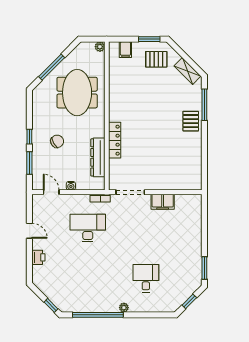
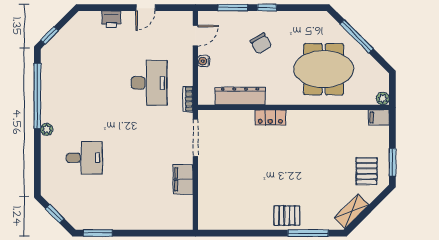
filing cabinet: (125, 50) -> (379, 118), moved
locker: (115, 140) -> (270, 117), width x0.66

